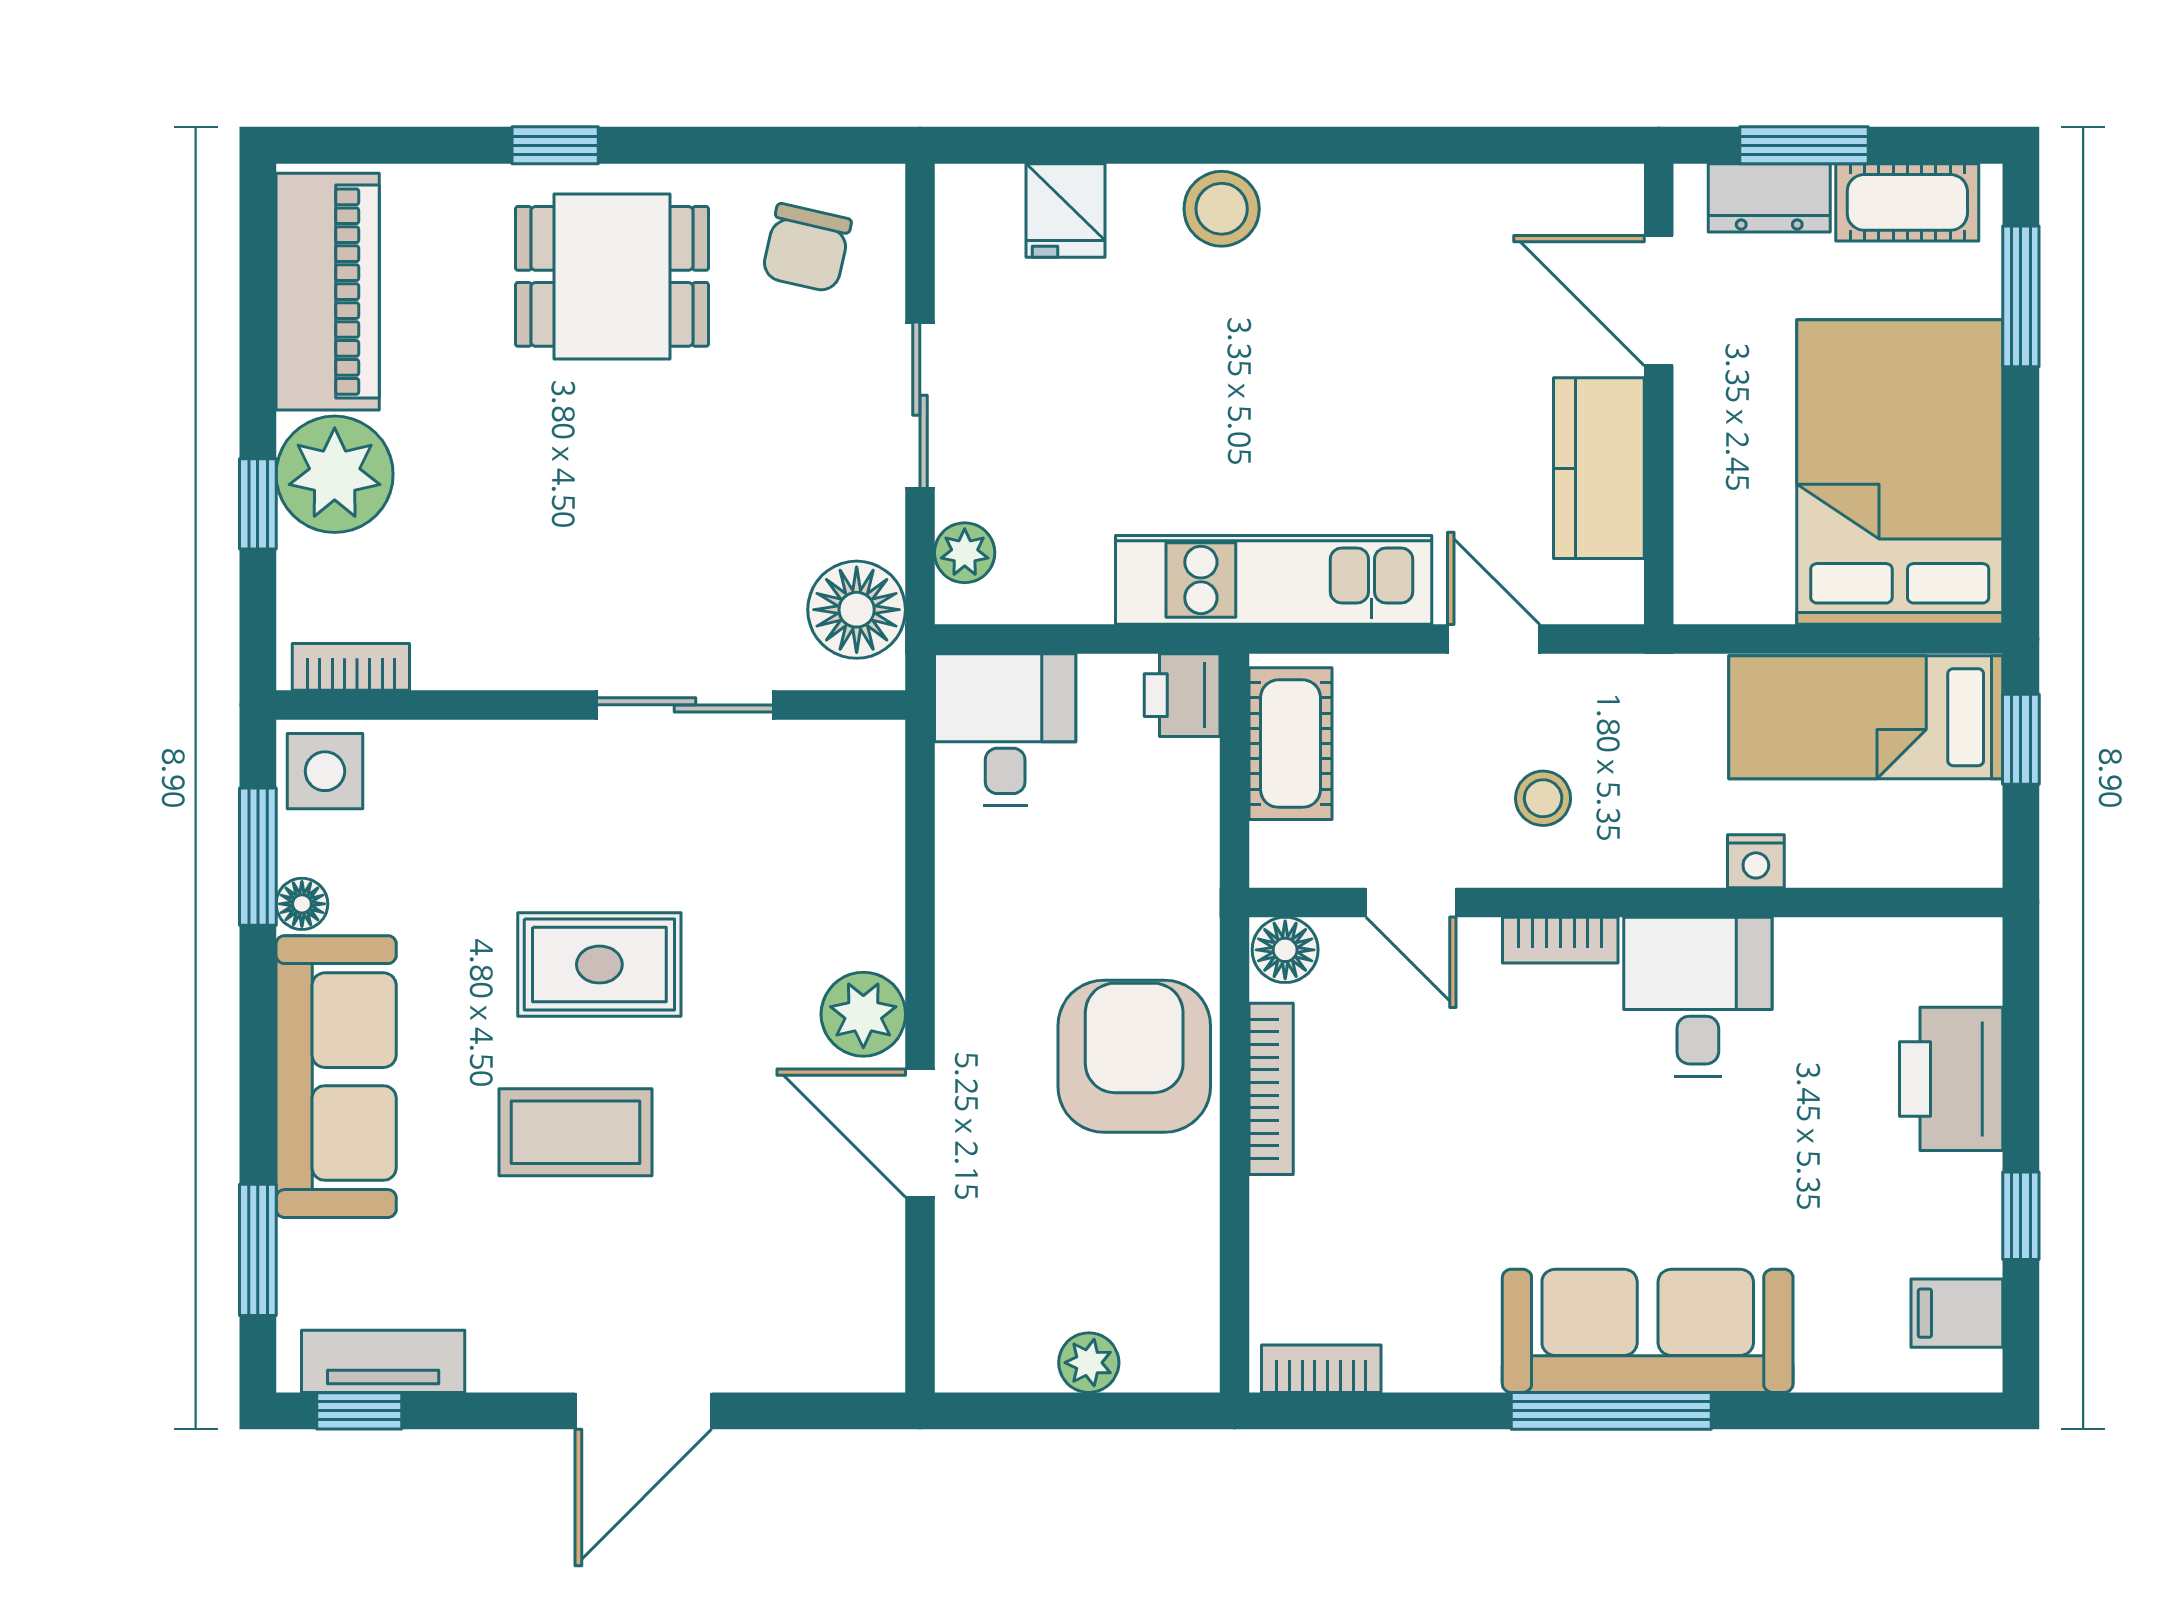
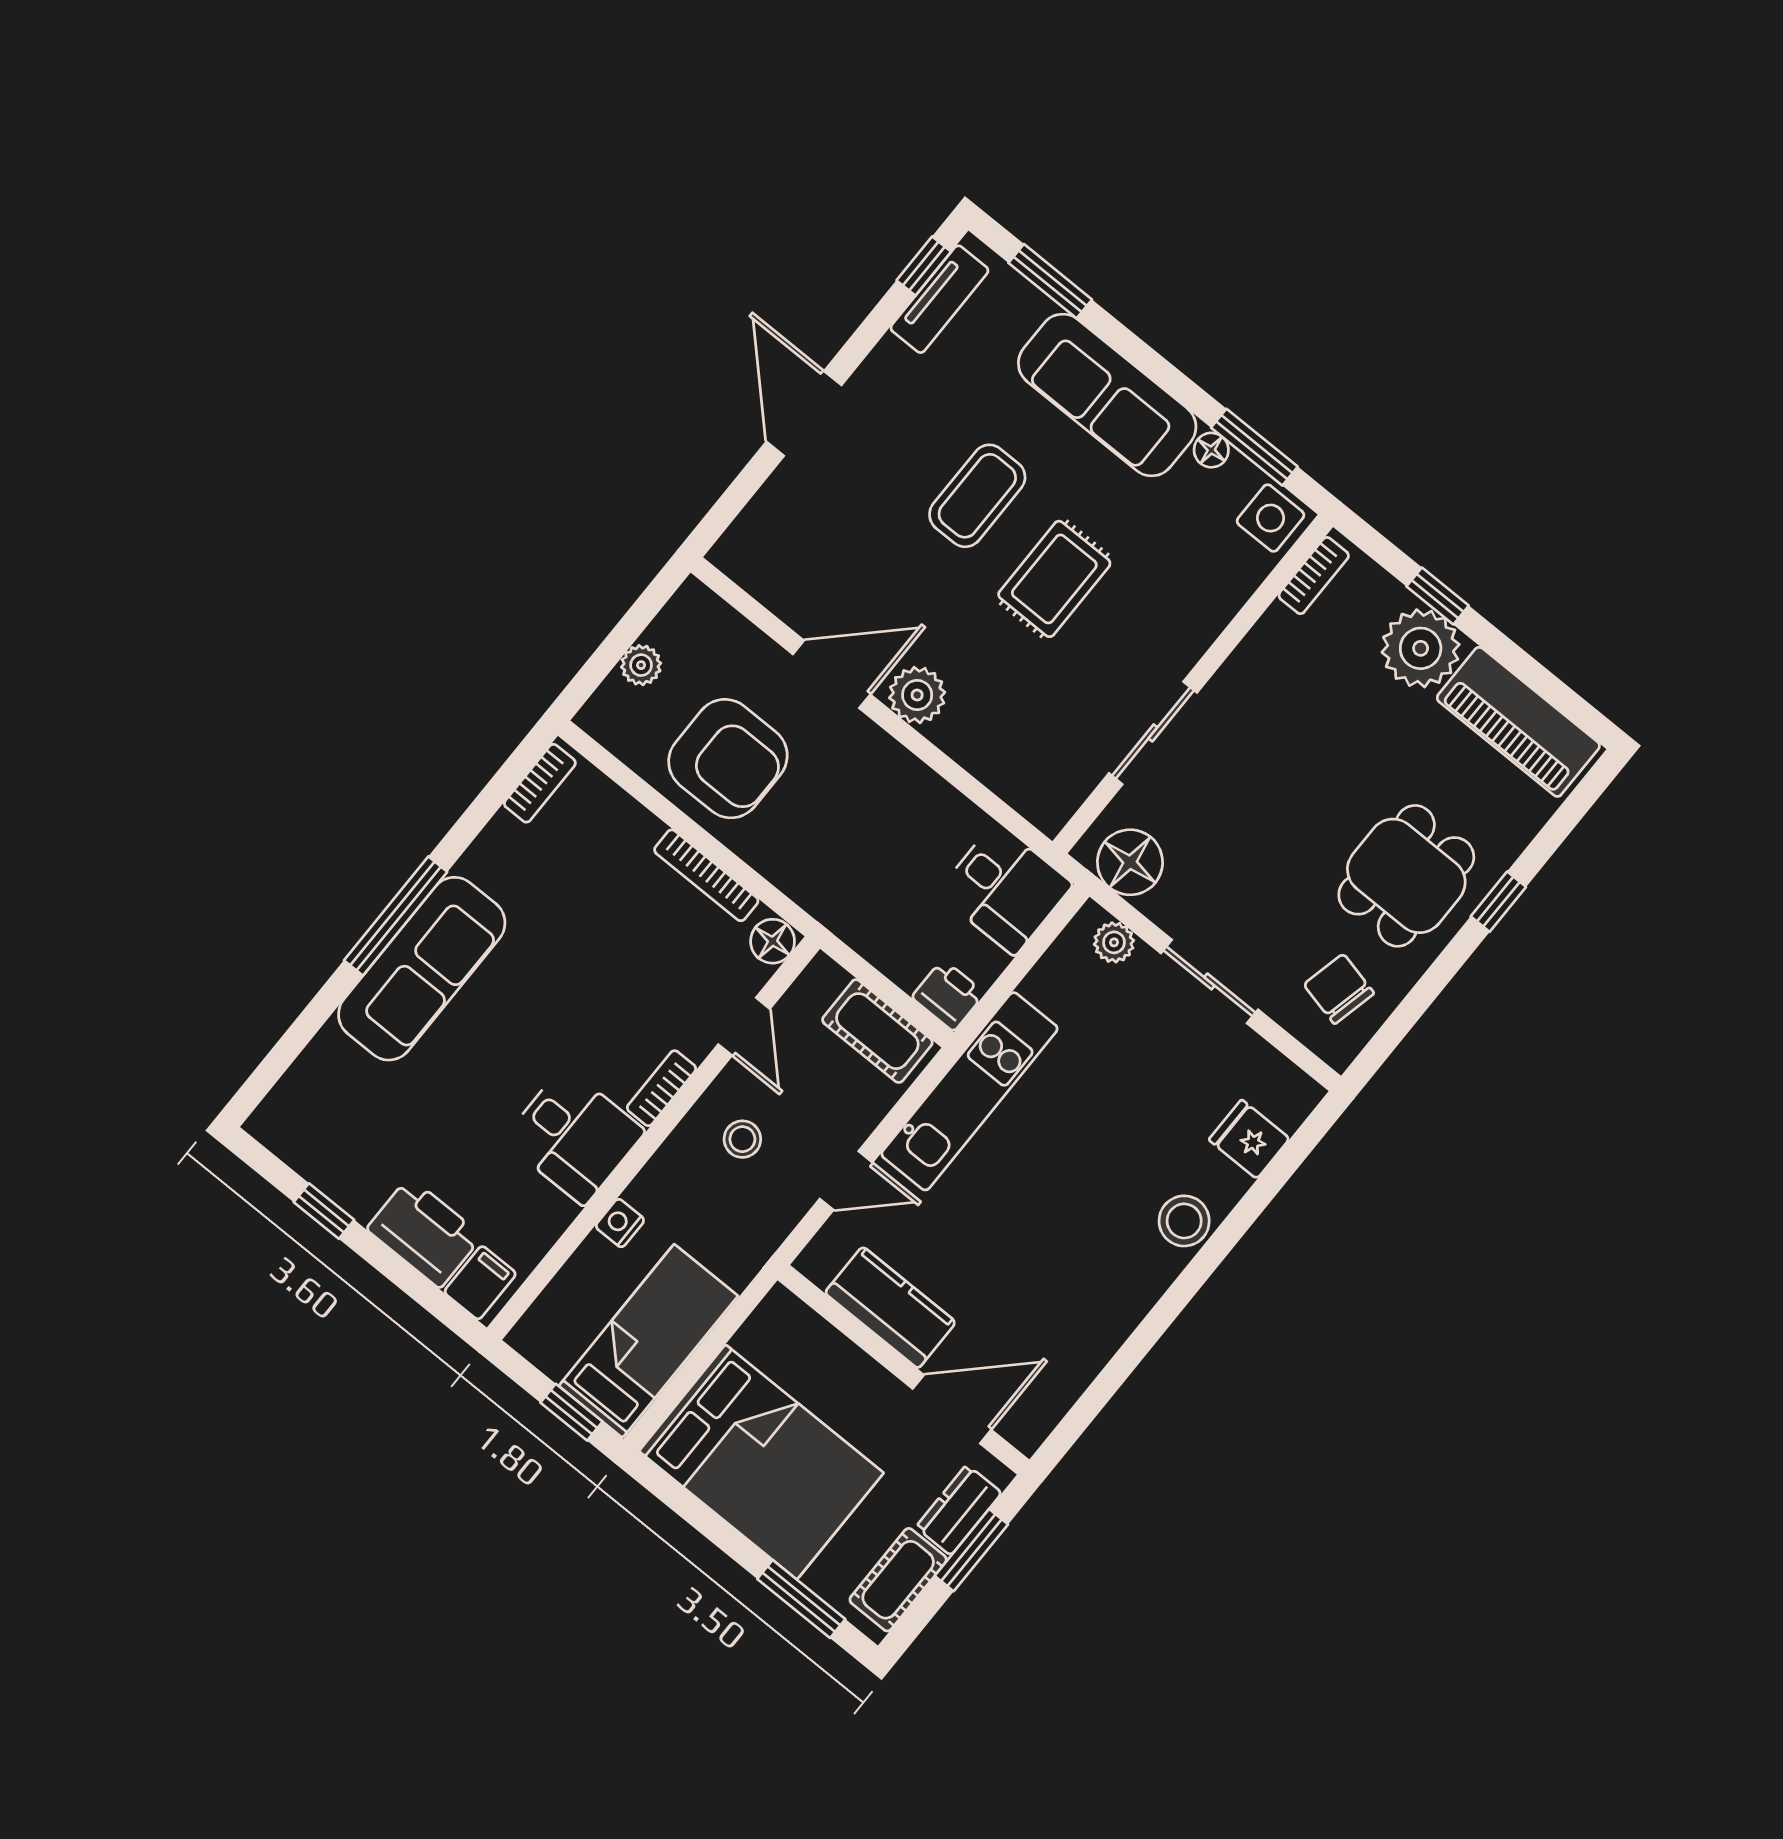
door: (1411, 902) -> (744, 1027), swing flipped
armchair: (1134, 1056) -> (728, 759), moved
filing cabinet: (1957, 1313) -> (480, 1283), moved

